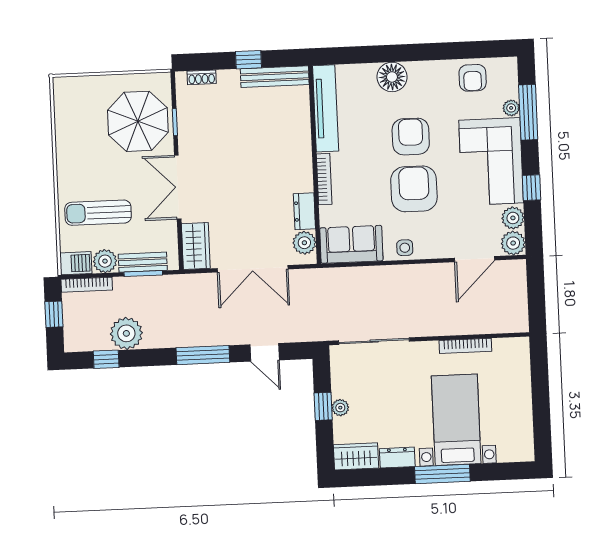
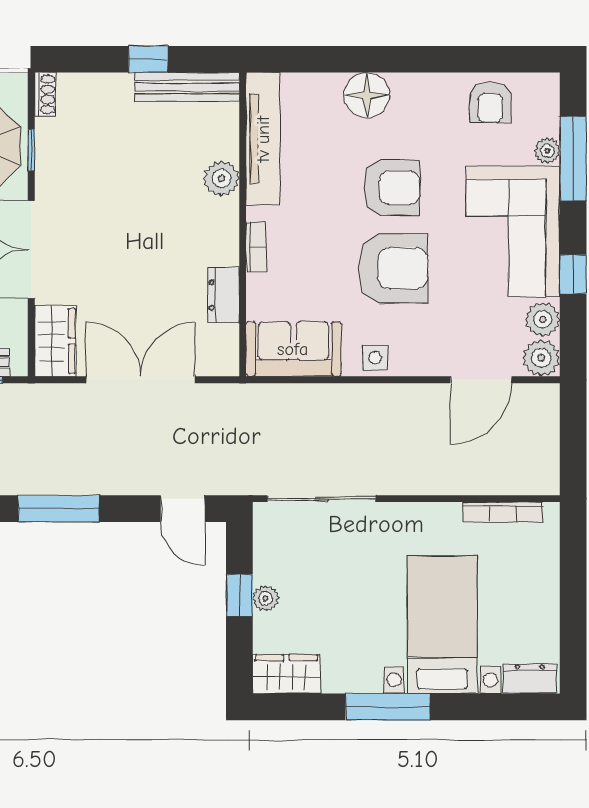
shoe rack: (202, 77) -> (45, 94), moved, turned -90
armchair: (411, 137) -> (391, 188), turned 90
bookcase: (324, 179) -> (256, 247), width x0.64
armchair: (414, 189) -> (393, 268), turned 90
plant: (304, 243) -> (222, 178), moved
double door: (253, 269) -> (141, 380), swing flipped
bookcase: (465, 346) -> (503, 512), moved
door: (265, 352) -> (183, 509), moved
dresser: (397, 458) -> (530, 679), moved
window: (442, 474) -> (388, 707), moved

